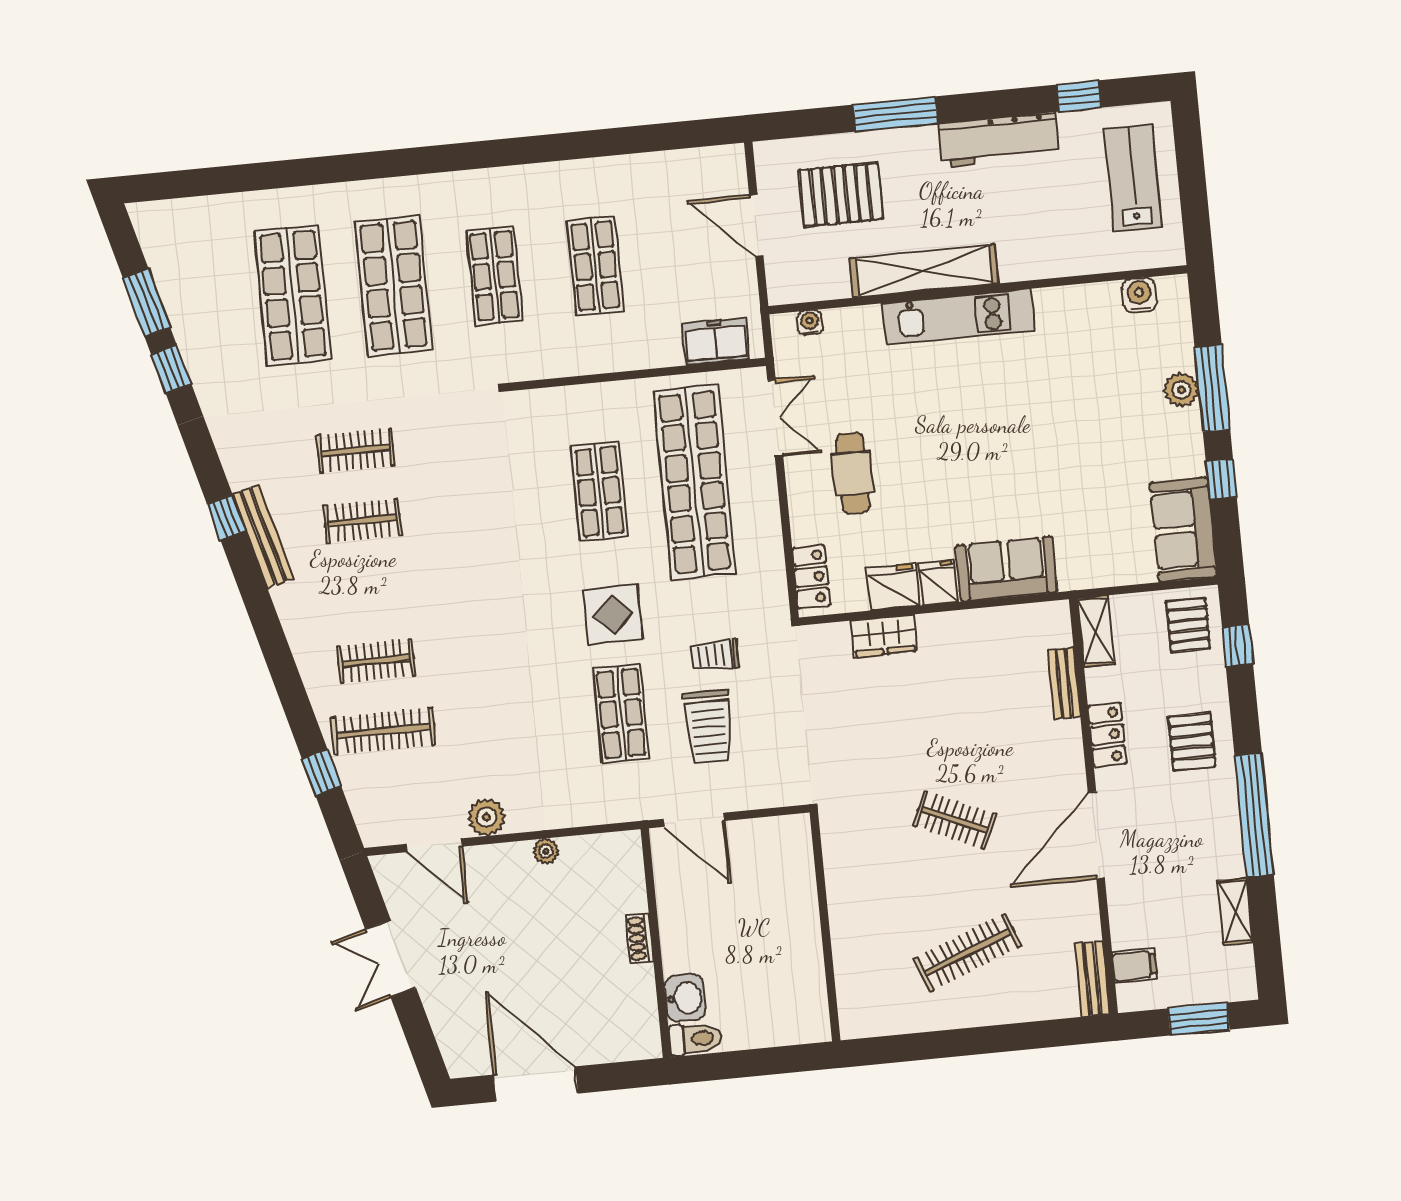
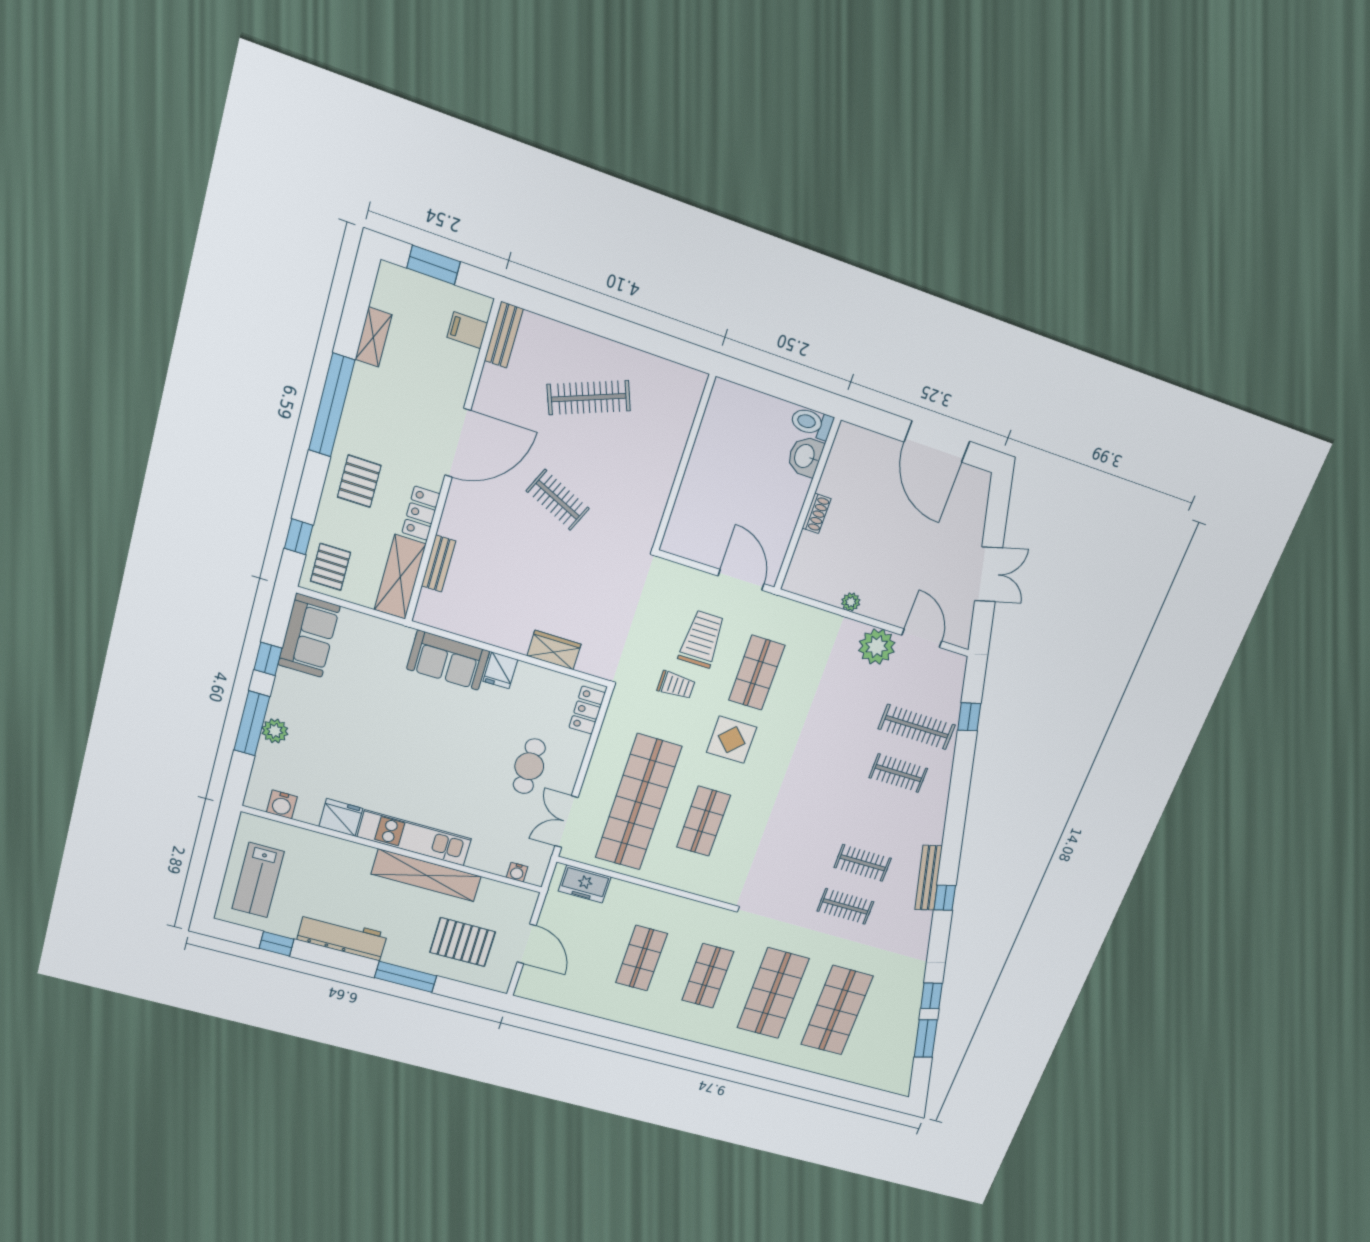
fridge: (893, 587) -> (341, 817), moved, turned 180
shelving: (1096, 631) -> (400, 577), width x1.50, depth x1.33
plant: (486, 817) -> (877, 647), width x1.36, depth x1.36

